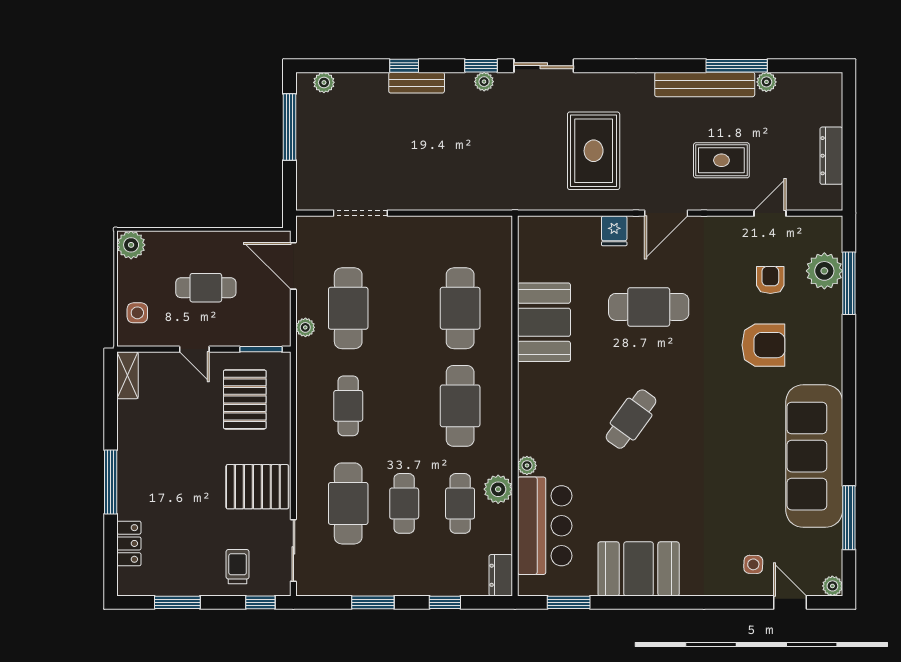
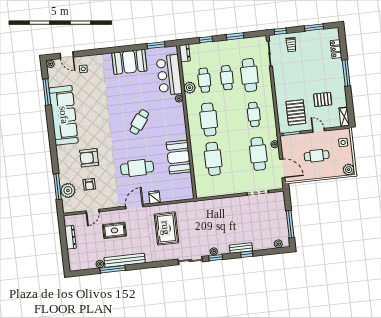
pallet: (257, 487) -> (323, 99), moved, width x0.67, depth x0.71

